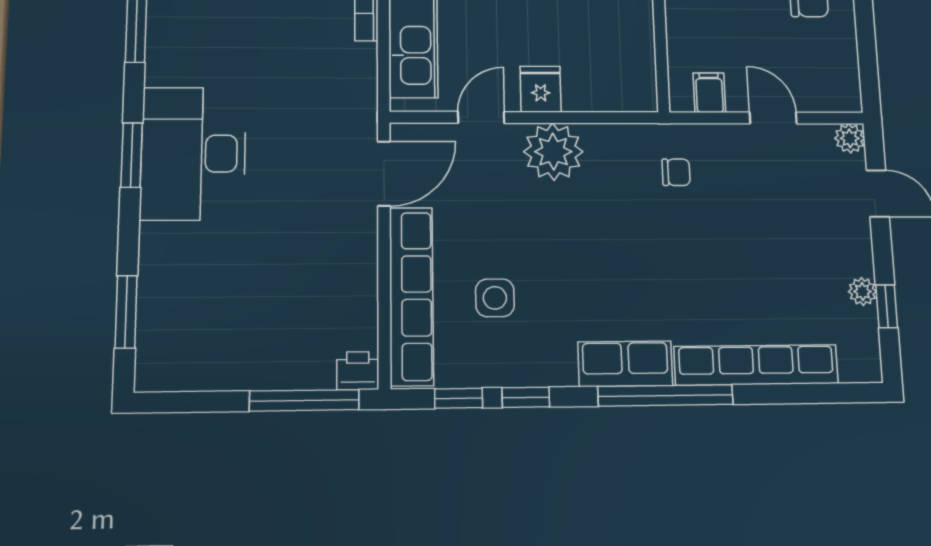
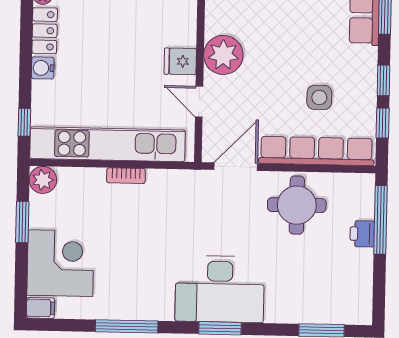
door: (384, 174) -> (236, 167), hinge flipped
round table: (326, 268) -> (297, 205), added
printer: (358, 371) -> (362, 234), moved

